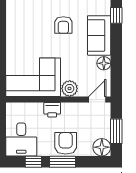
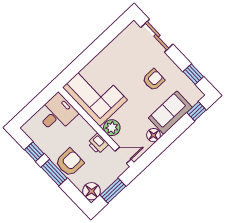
armchair: (63, 25) -> (153, 80), turned 180
printer: (52, 110) -> (98, 144), moved
desk: (21, 139) -> (57, 114), moved, turned 180

